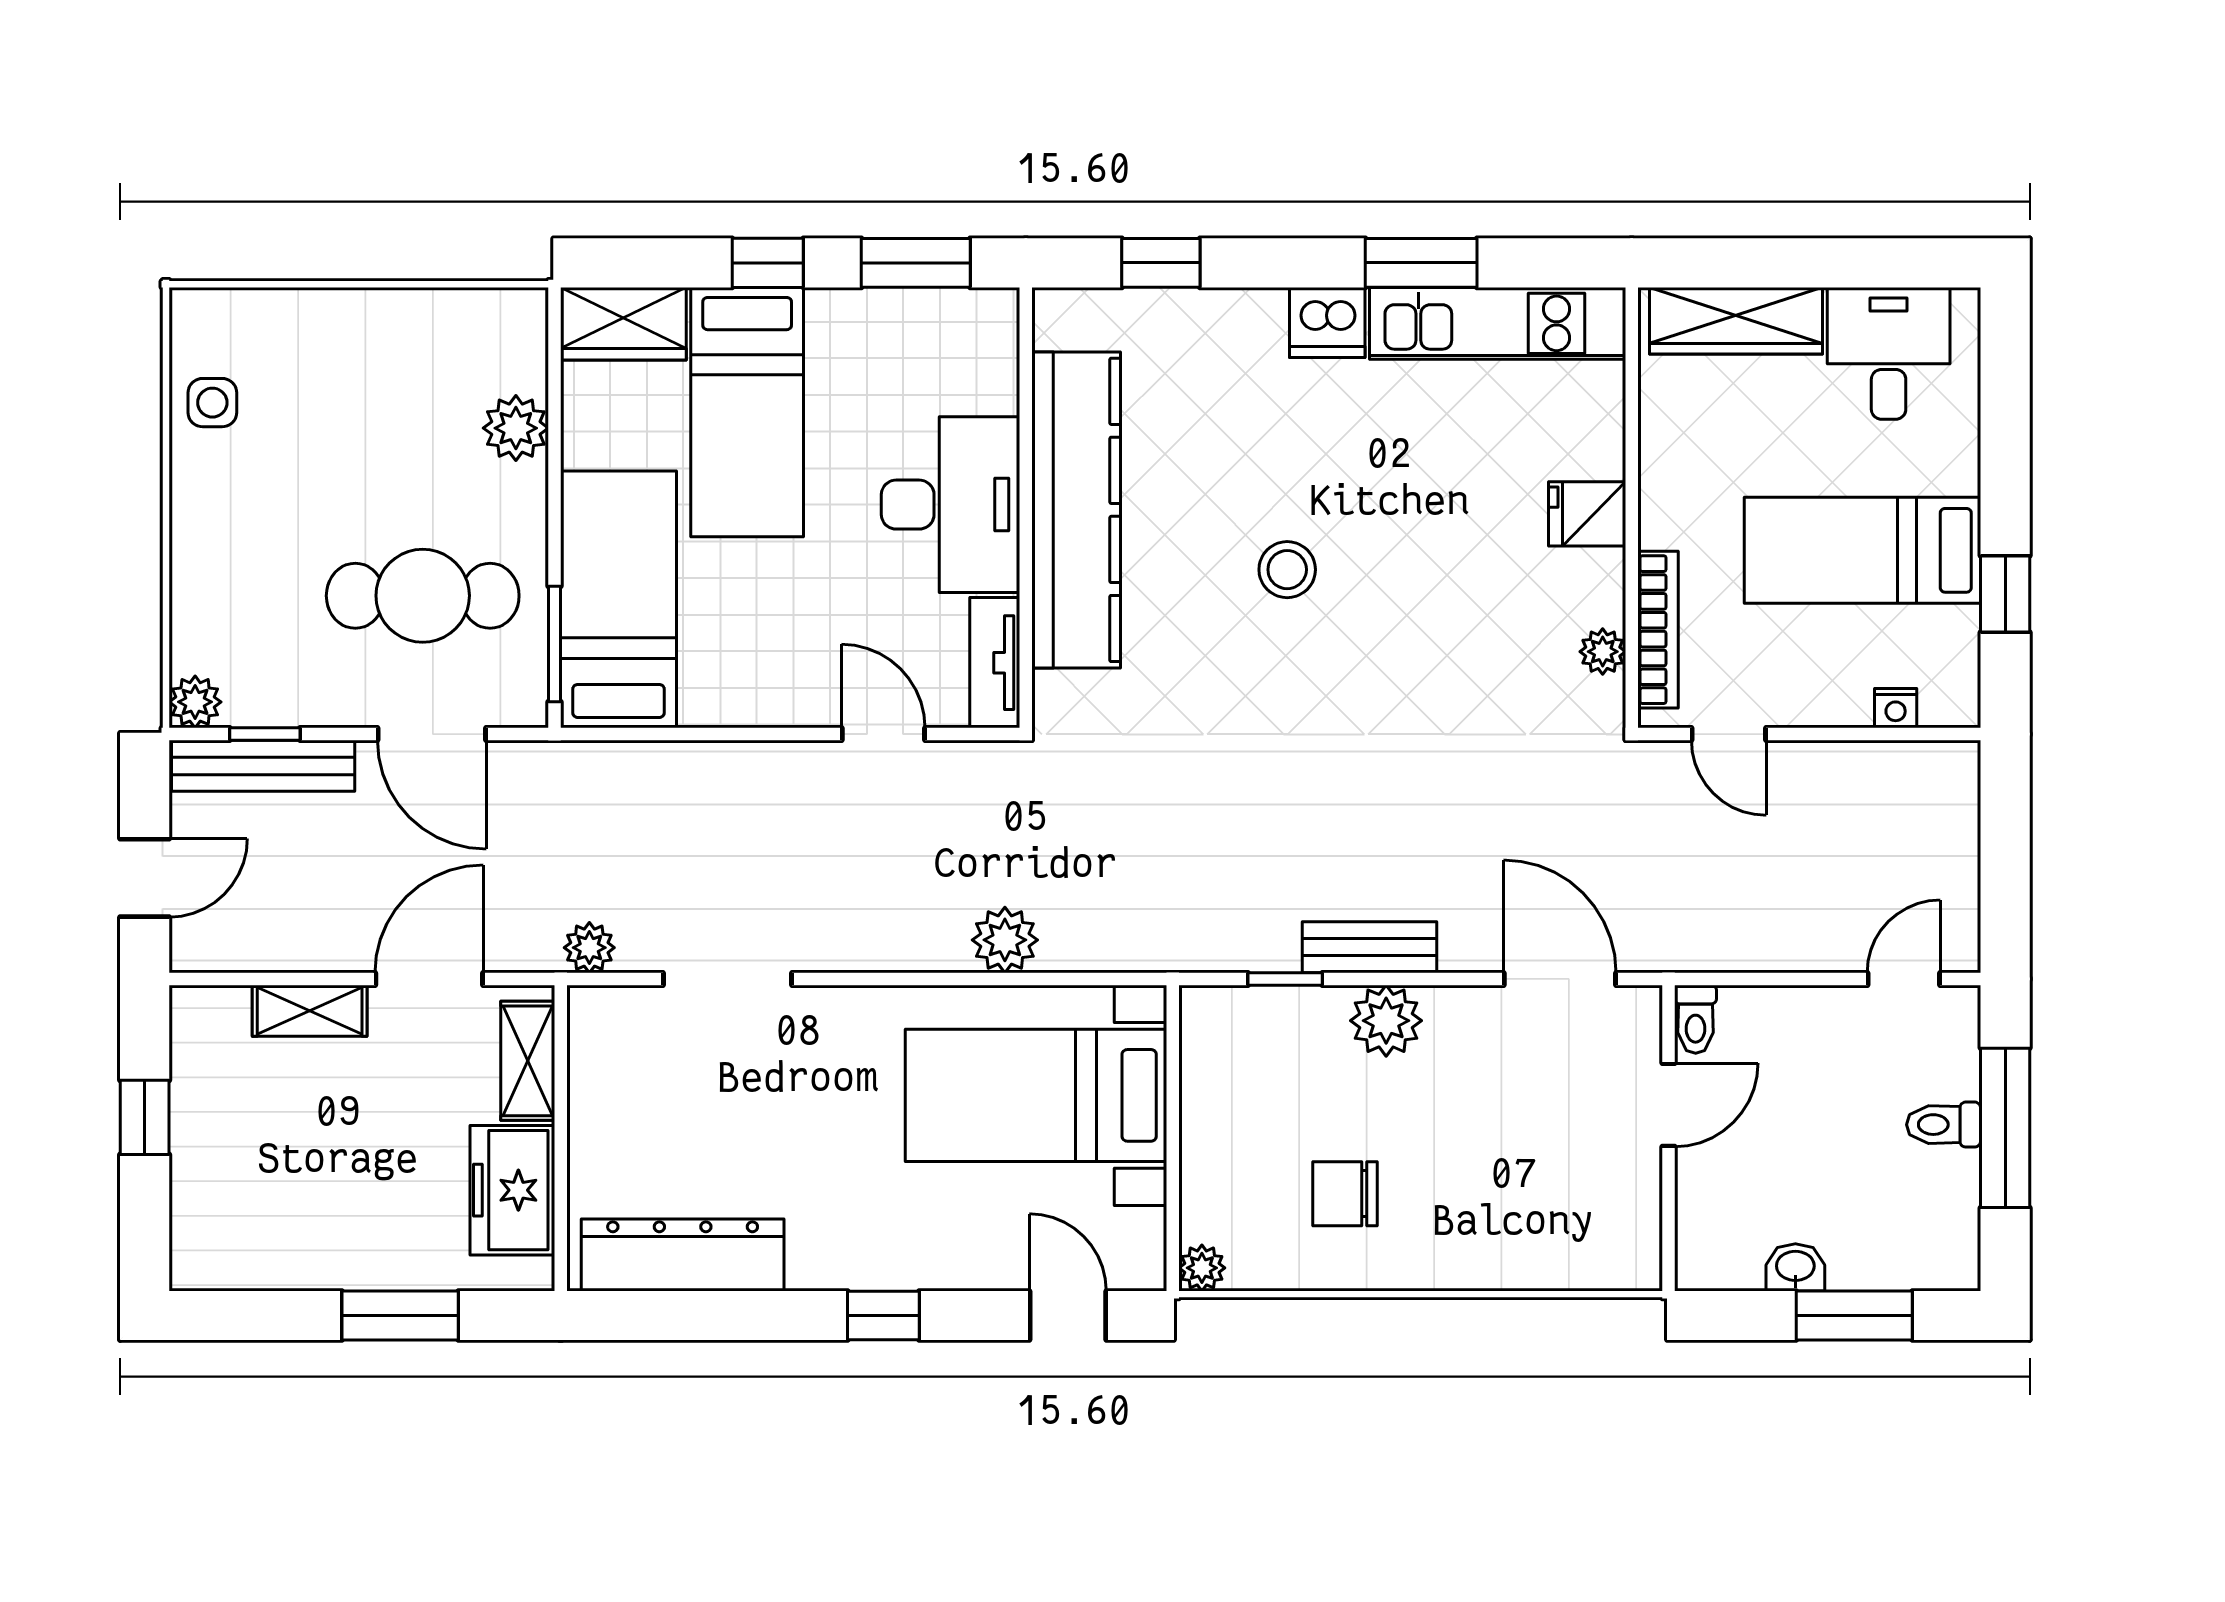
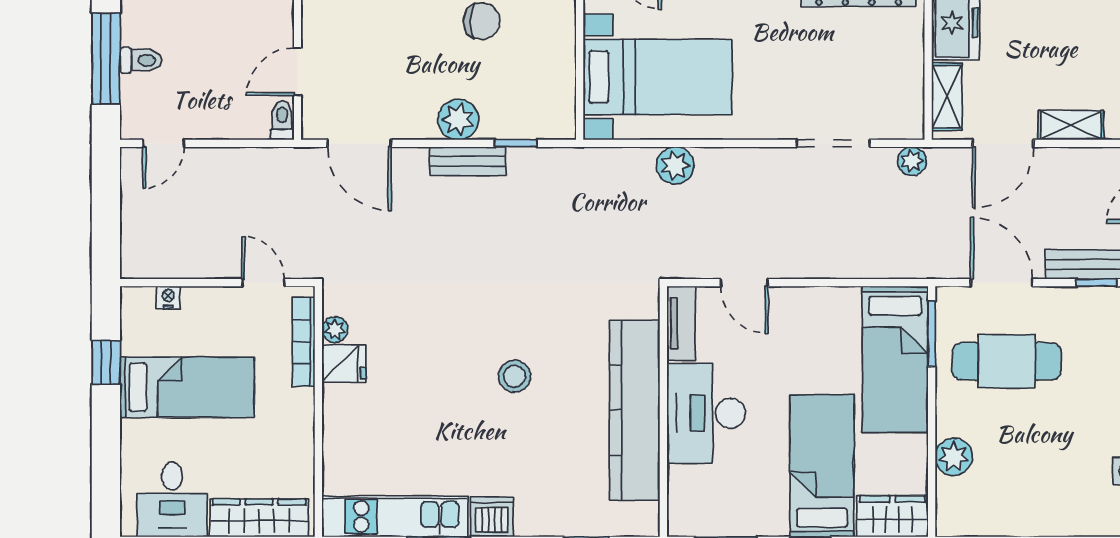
fridge: (1587, 514) -> (344, 364), moved

